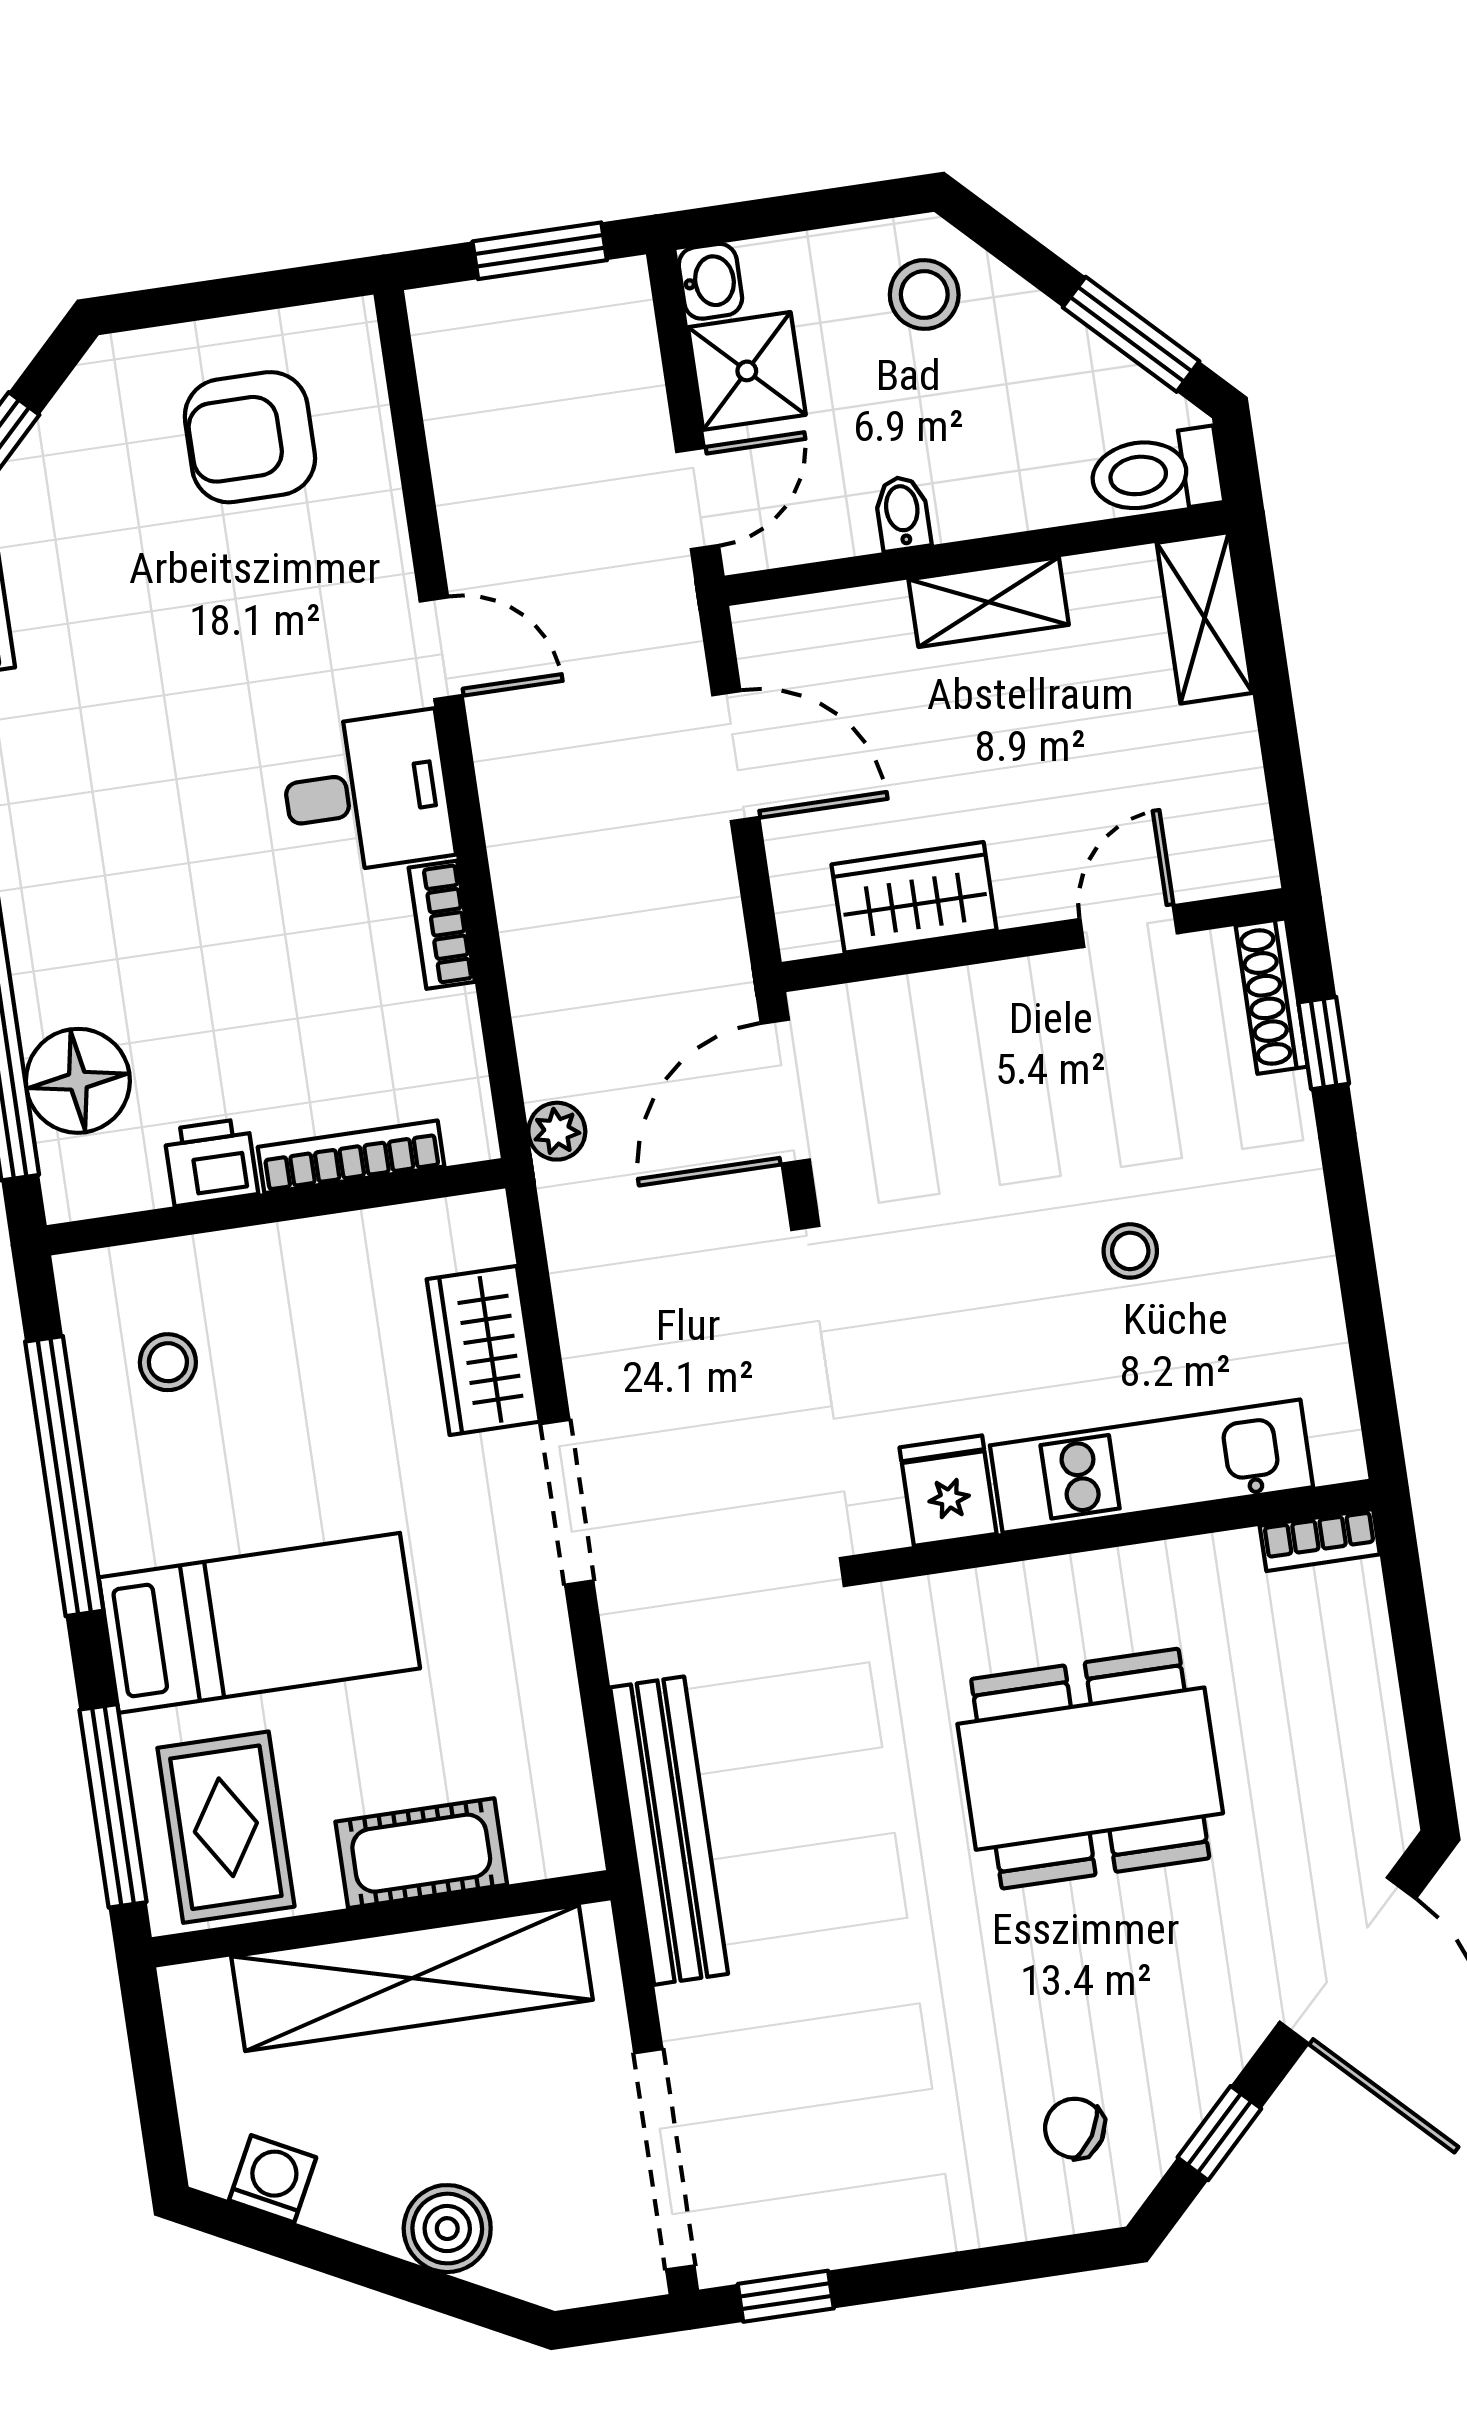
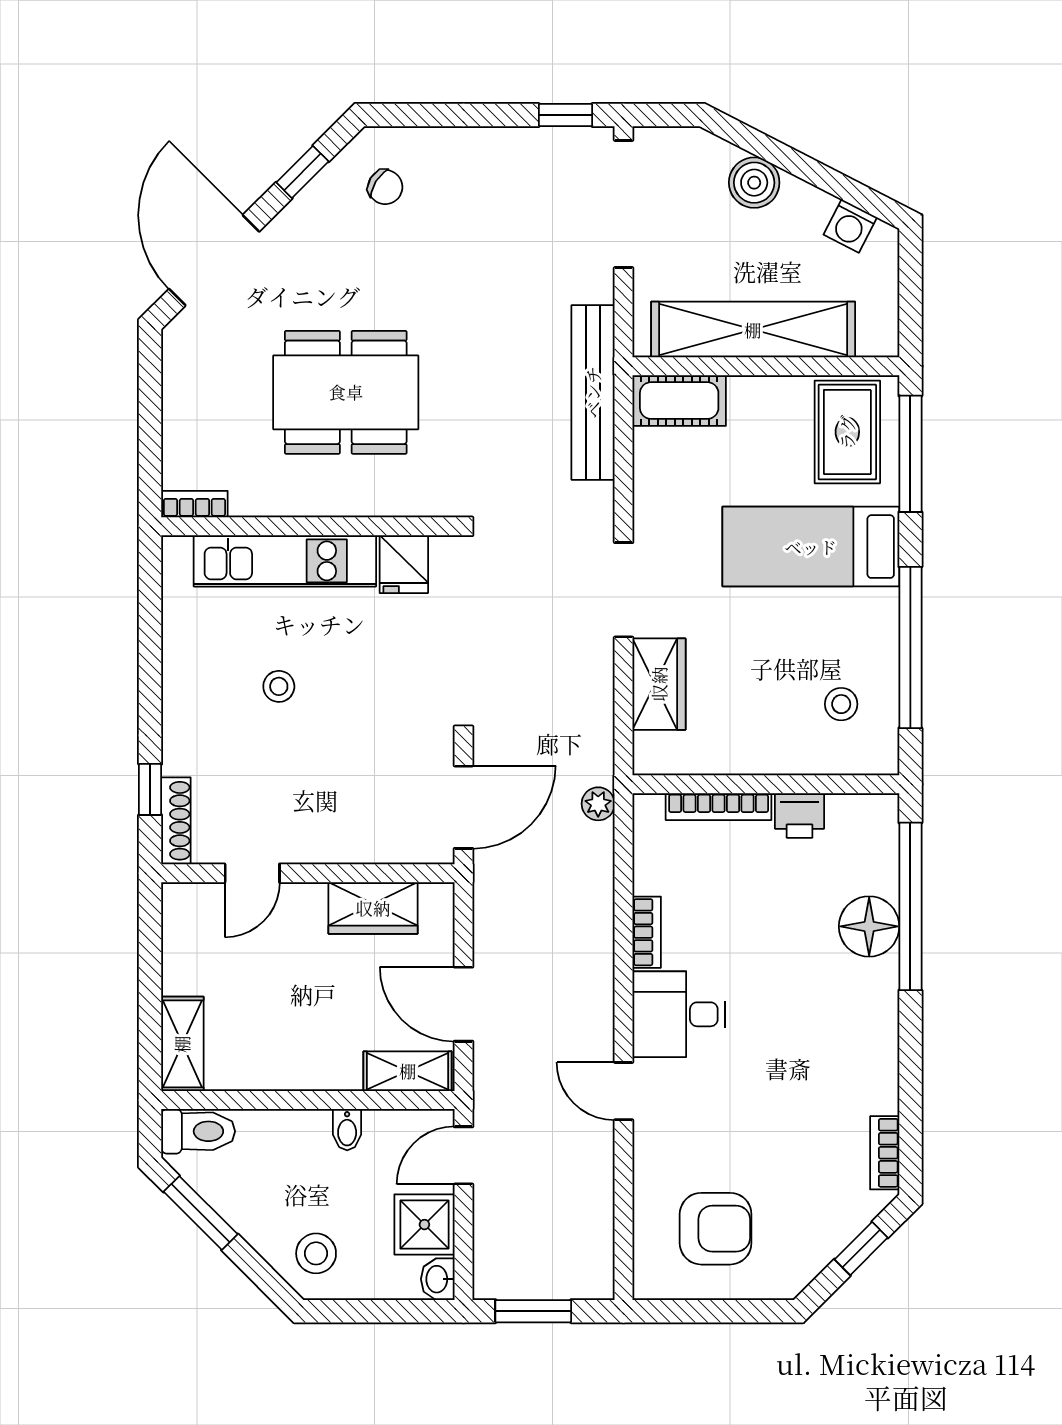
shelving: (989, 602) -> (408, 1071), moved
floor lamp: (78, 1081) -> (869, 926), moved
cot: (421, 1853) -> (679, 401), moved

